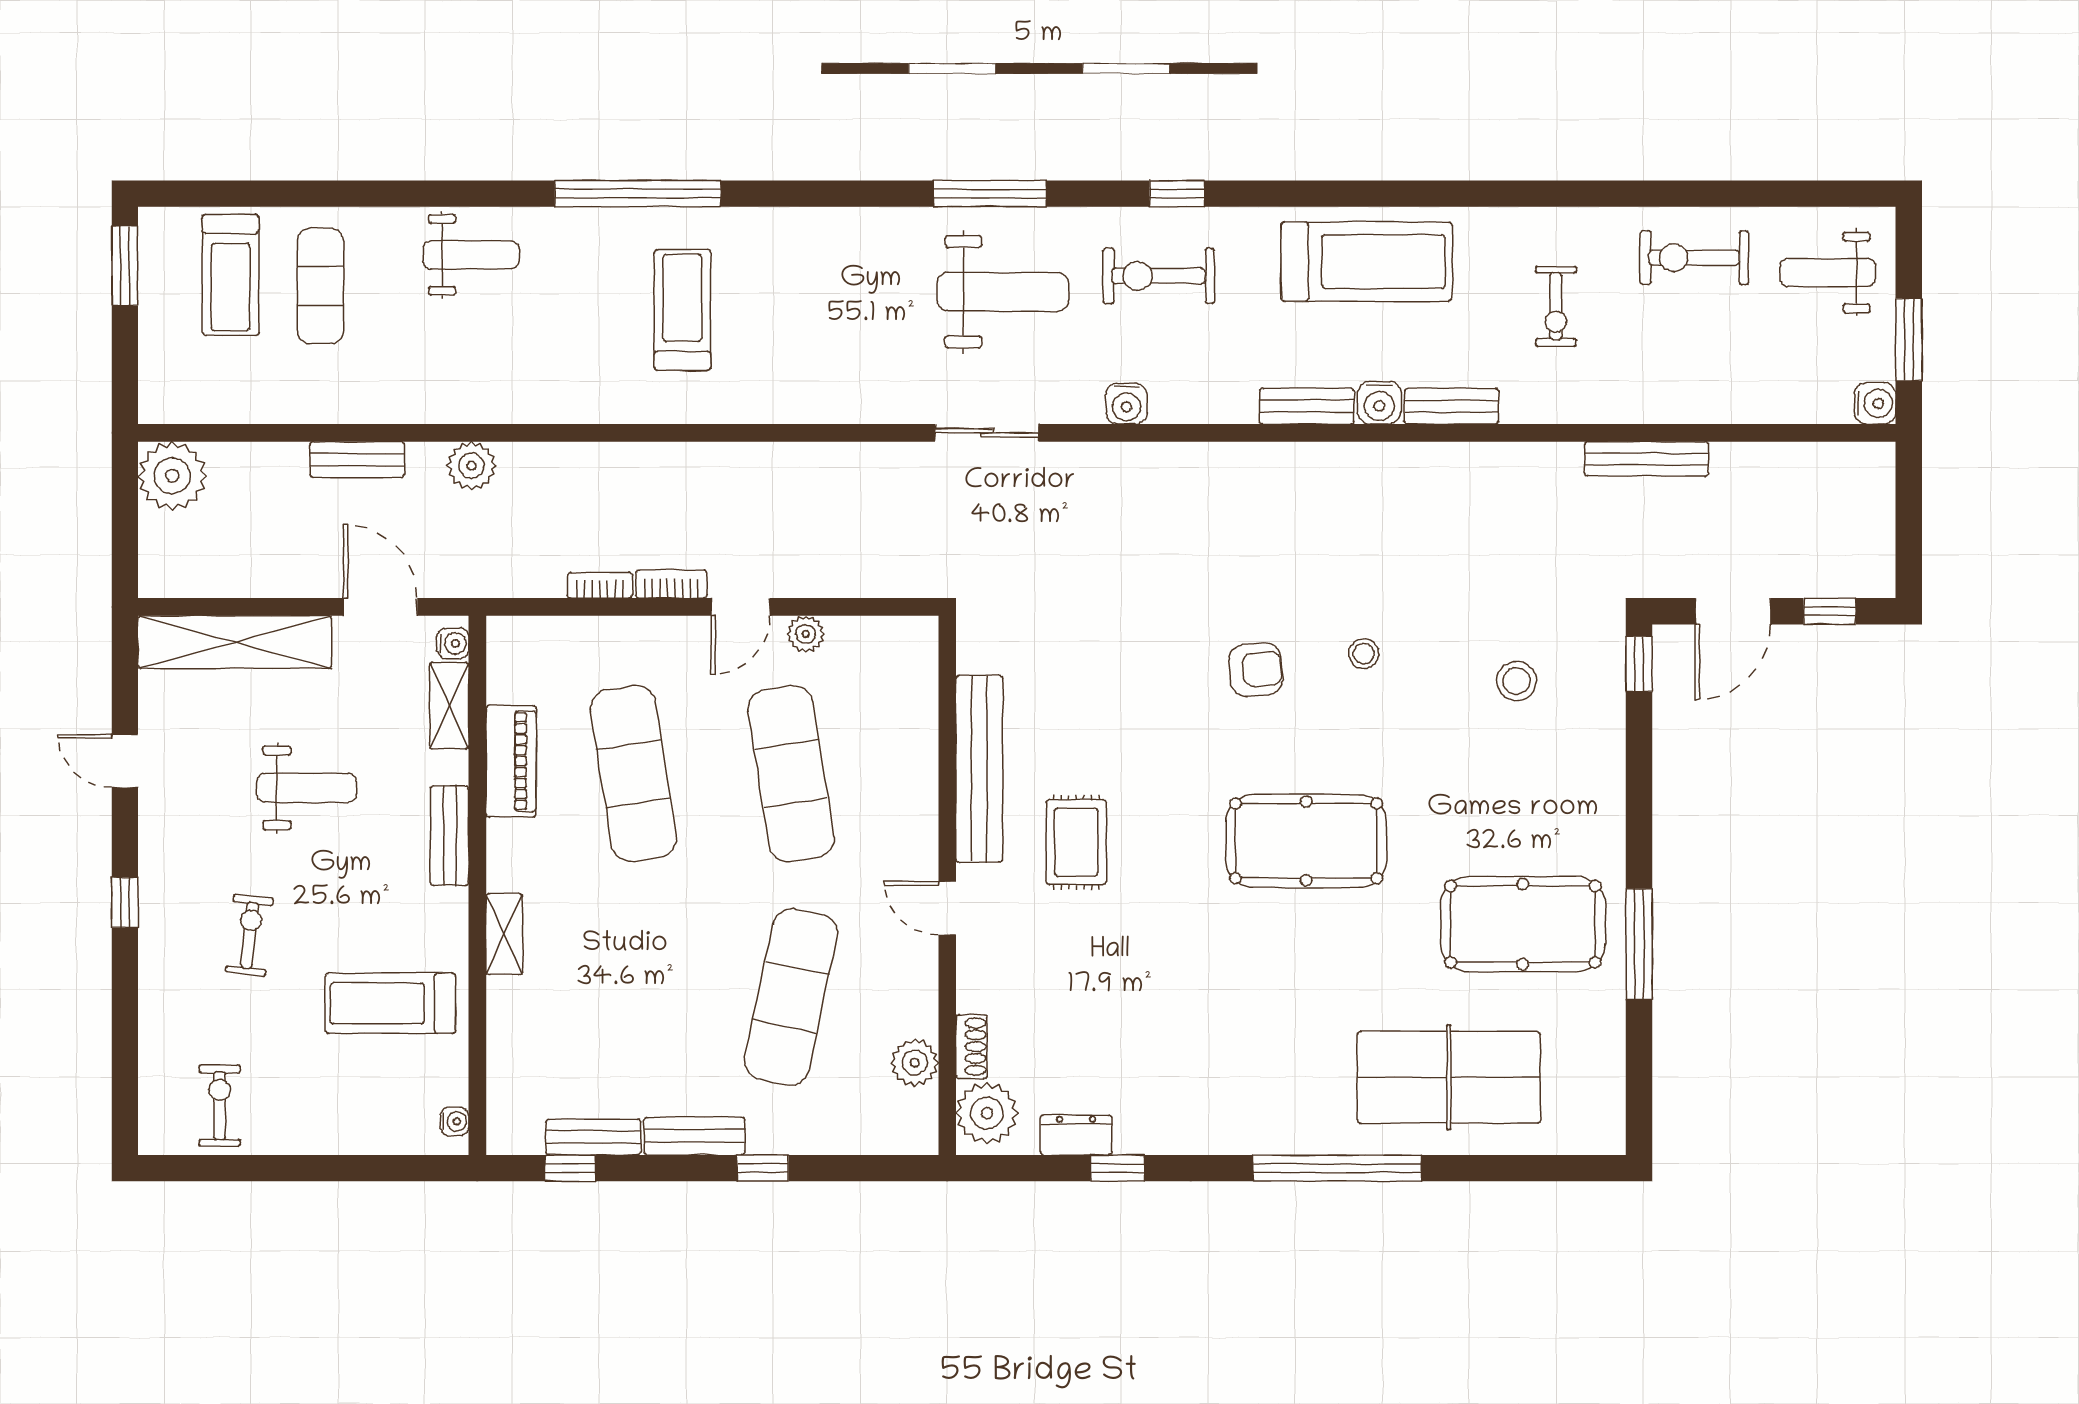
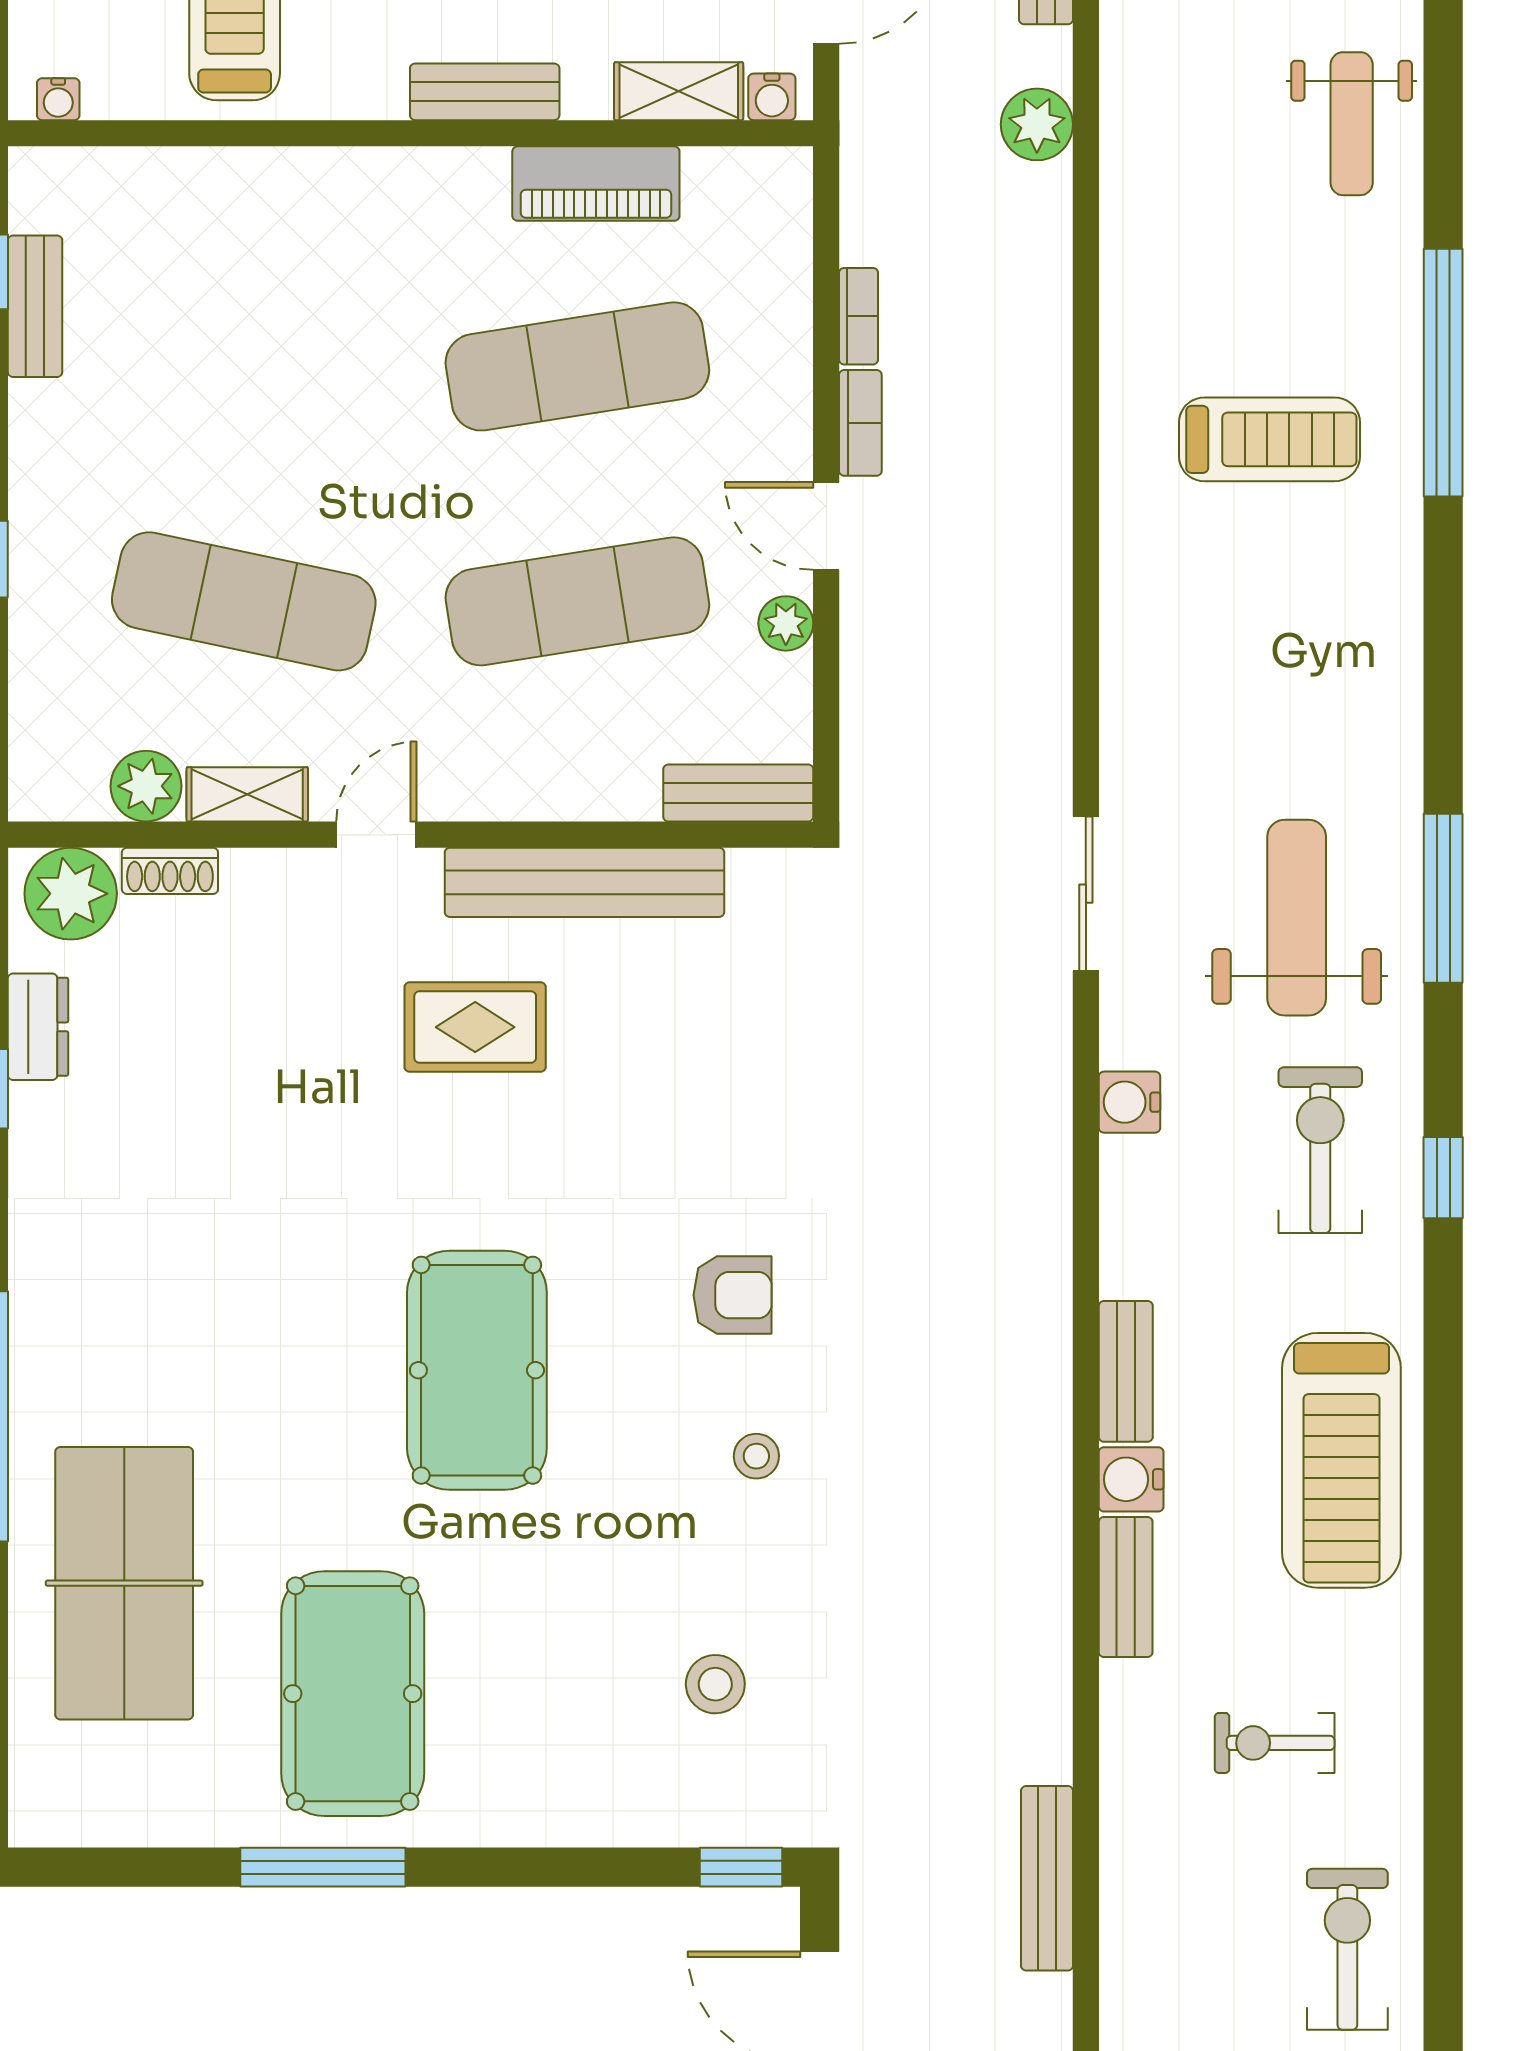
weight bench: (1003, 292) -> (1297, 918), turned 180
armchair: (1256, 670) -> (733, 1295), turned -85
shelving: (504, 934) -> (247, 794), moved
bench: (694, 1136) -> (738, 793), moved, turned 90

